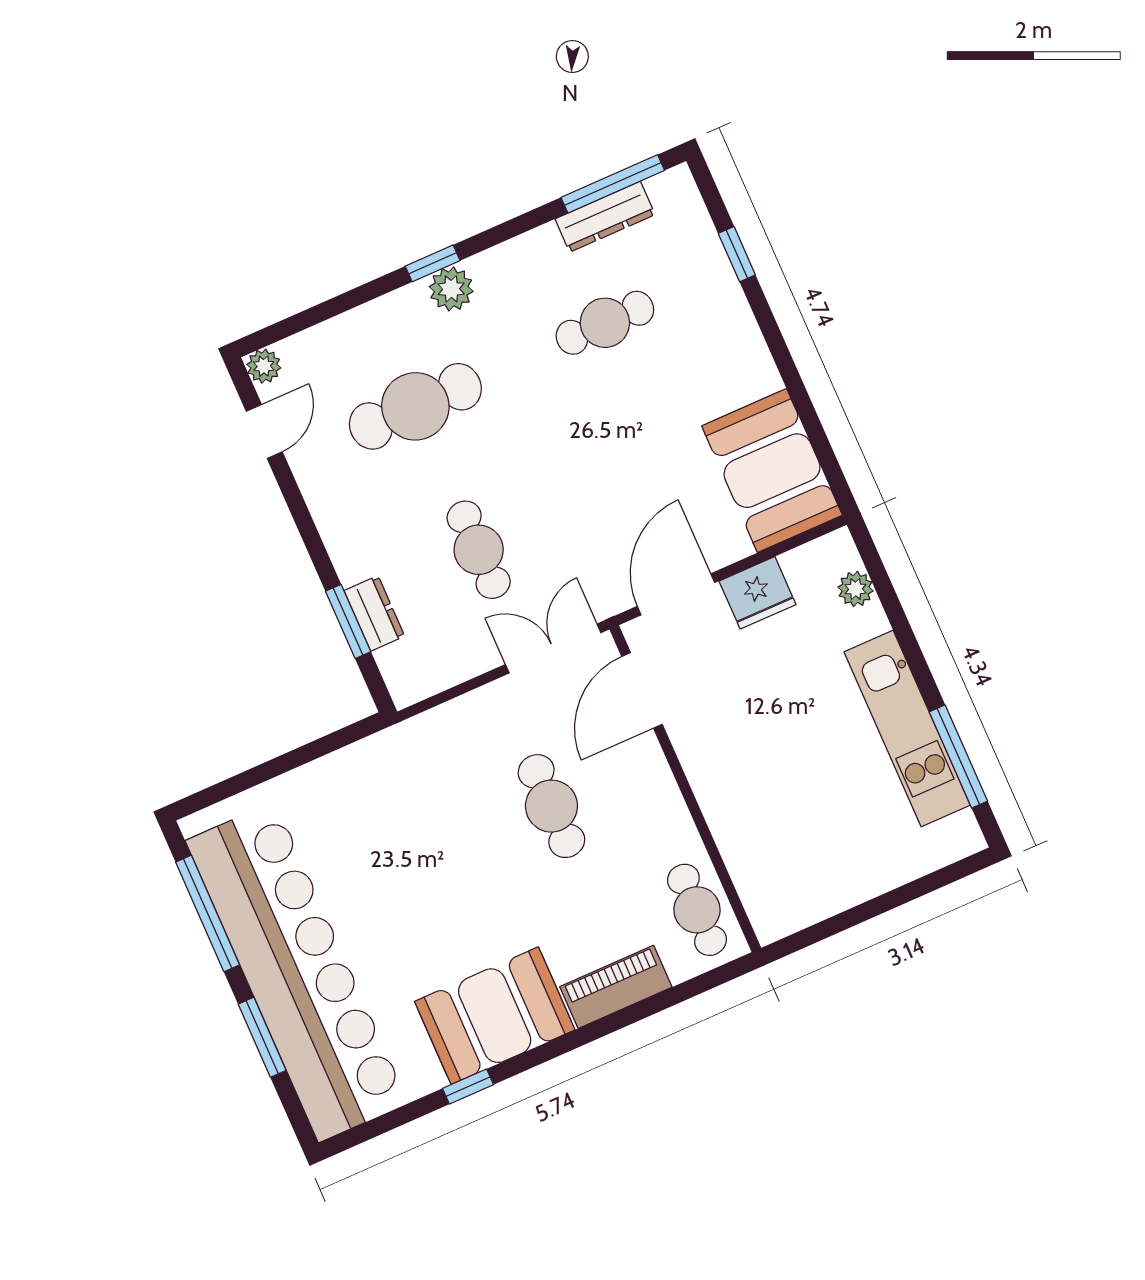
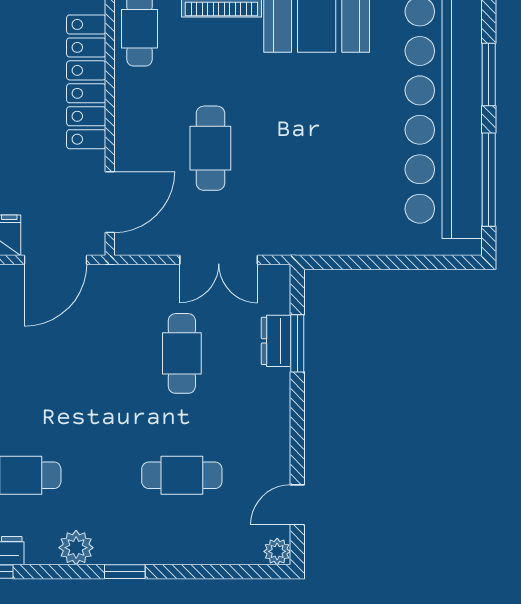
plant: (451, 289) -> (76, 548), moved
cafe table: (415, 406) -> (182, 475), width x0.73, depth x0.74
double door: (553, 649) -> (219, 260), moved
locker: (732, 820) -> (86, 82), added

